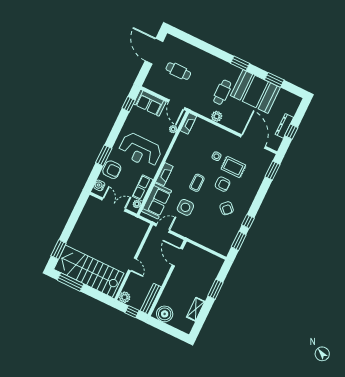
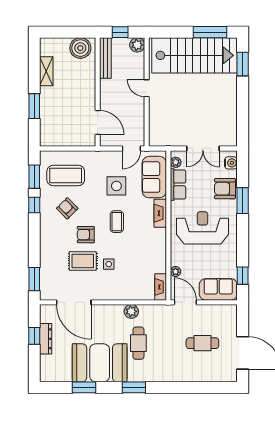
coffee table: (217, 231) -> (66, 175), added

